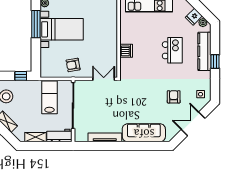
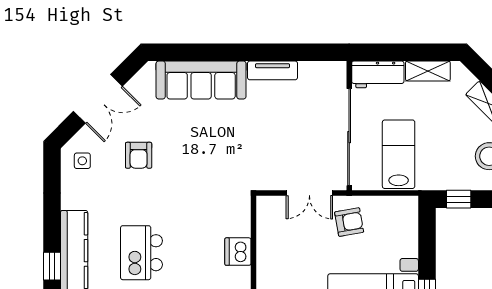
window: (215, 61) -> (52, 266), moved
double door: (104, 79) -> (309, 193), moved
lab bench: (49, 97) -> (399, 154), turned 180
tv unit: (105, 137) -> (273, 70), width x0.71

